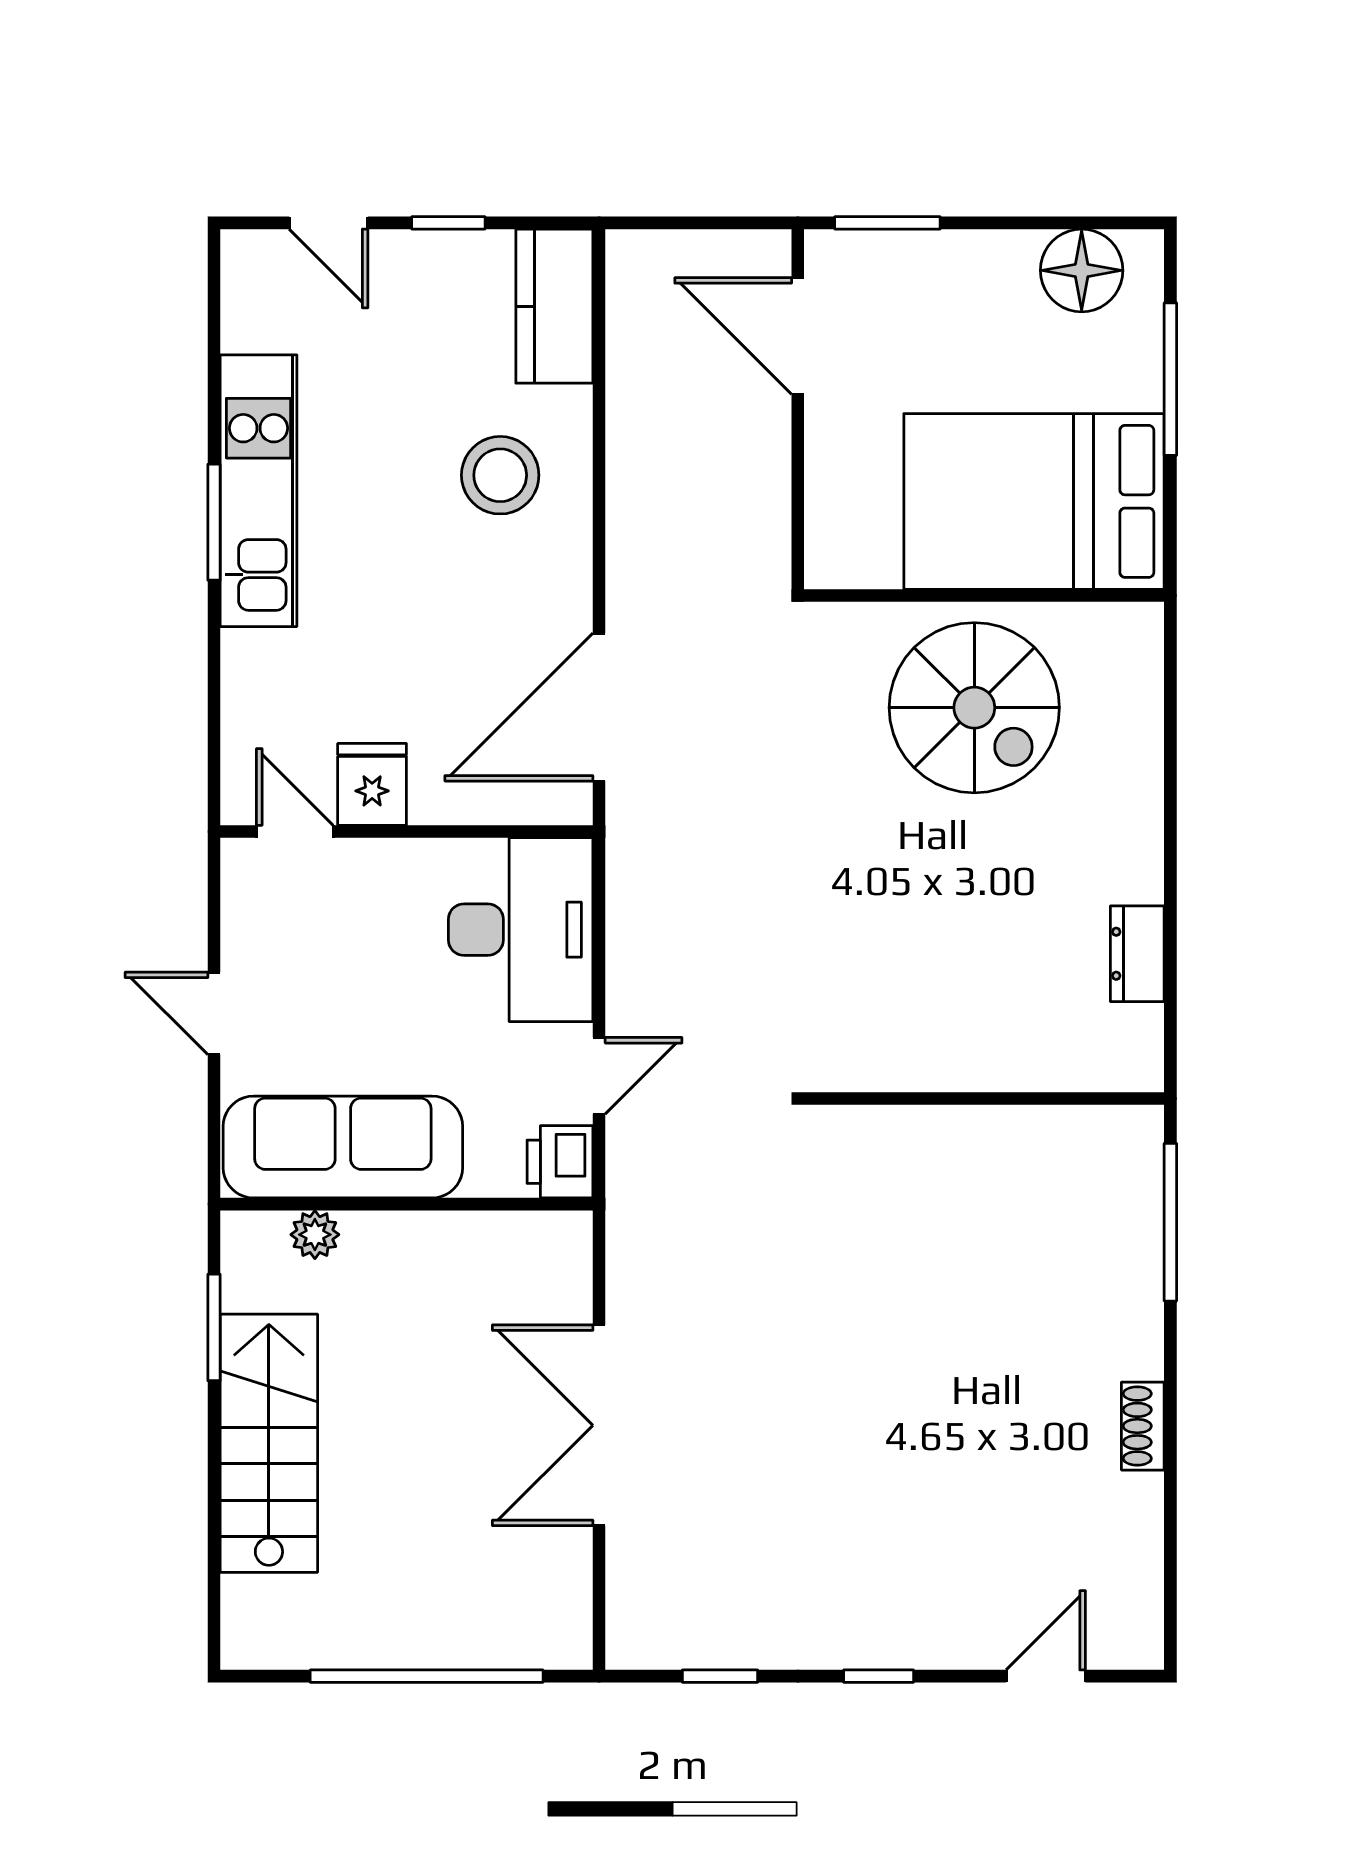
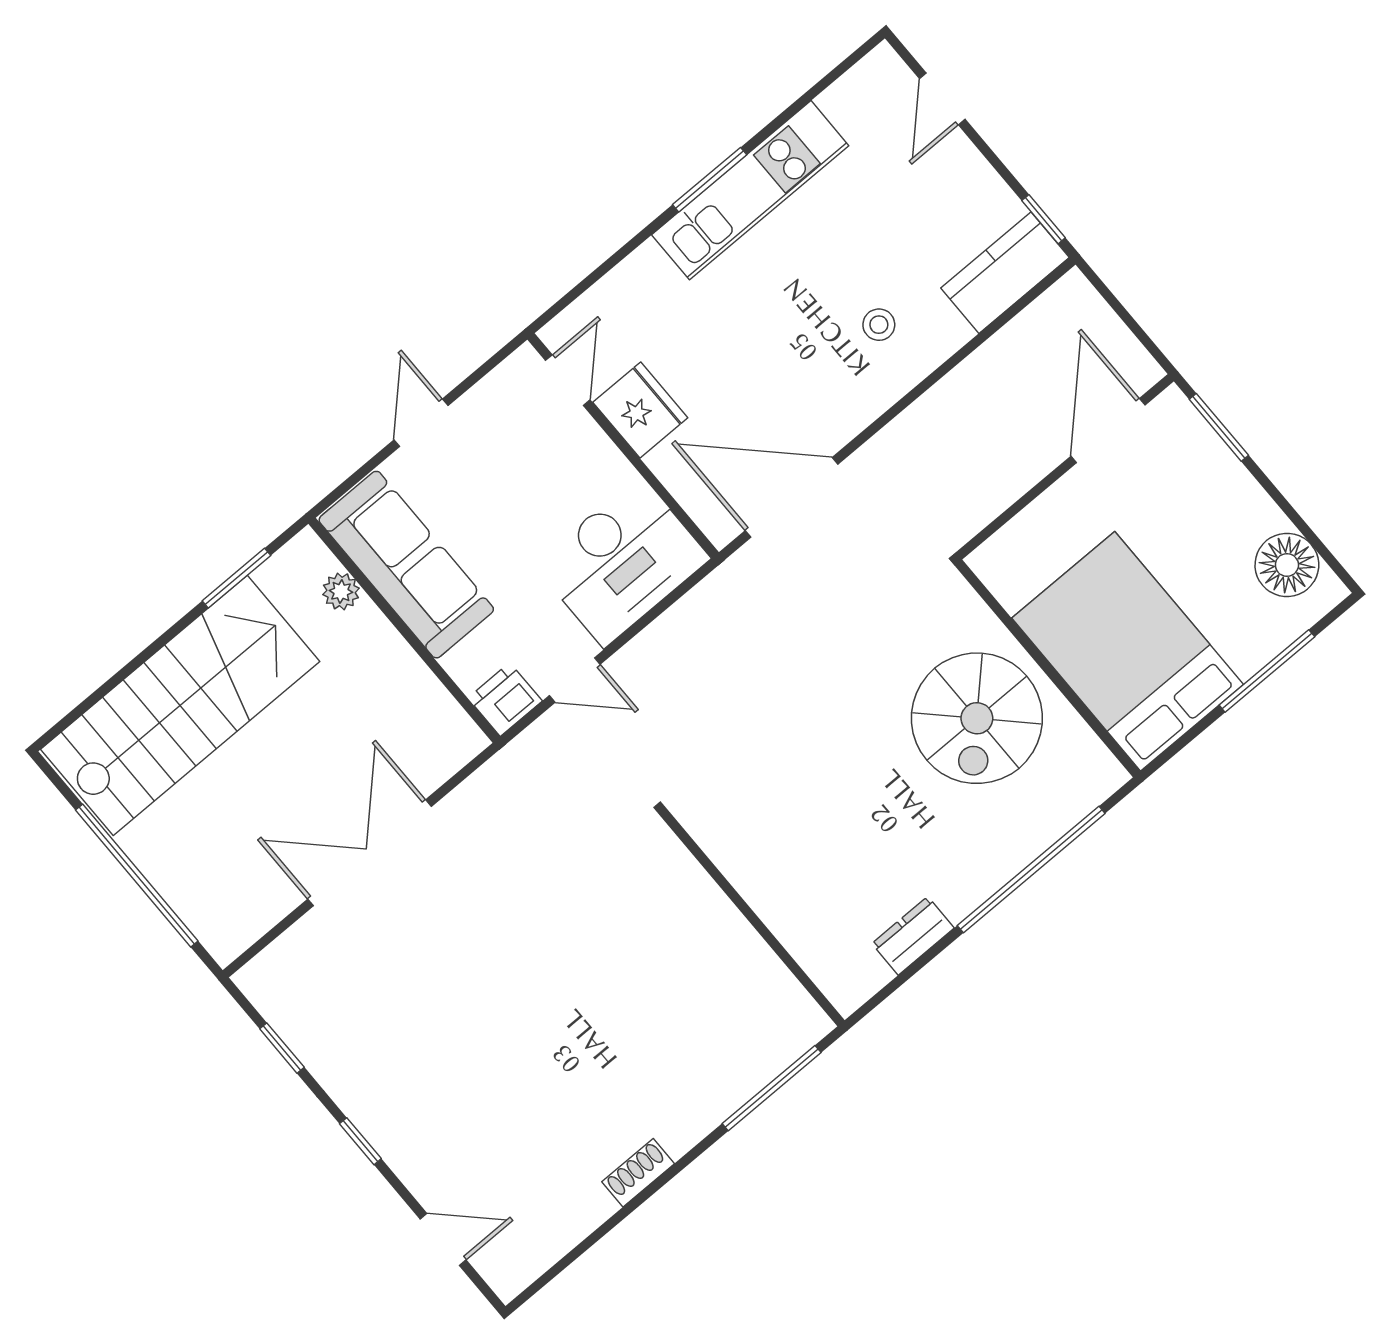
window: (448, 223) -> (1044, 219), moved
stool: (500, 475) -> (879, 325), width x0.53, depth x0.53
window: (1170, 780) -> (1031, 869), added
fridge: (372, 784) -> (640, 410), width x1.38
stairs: (269, 1443) -> (180, 705), width x1.36, depth x1.51

